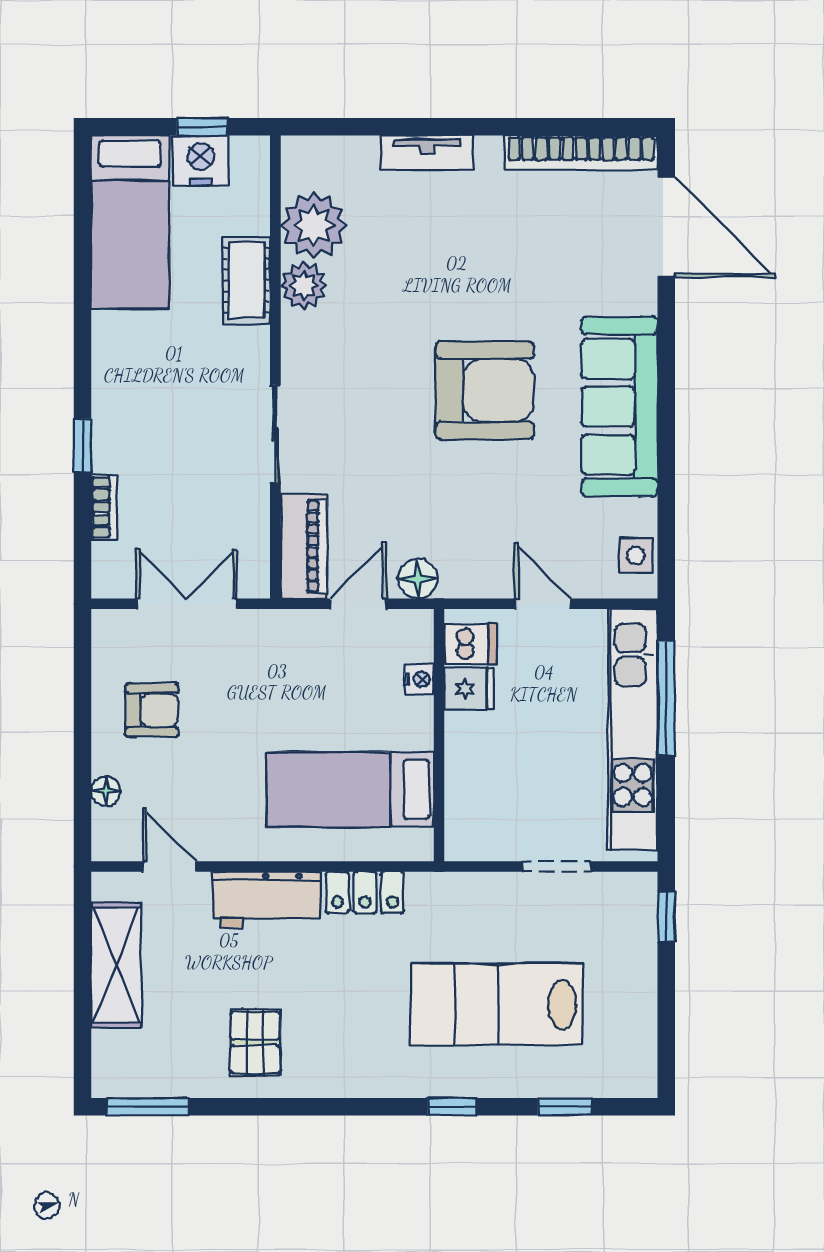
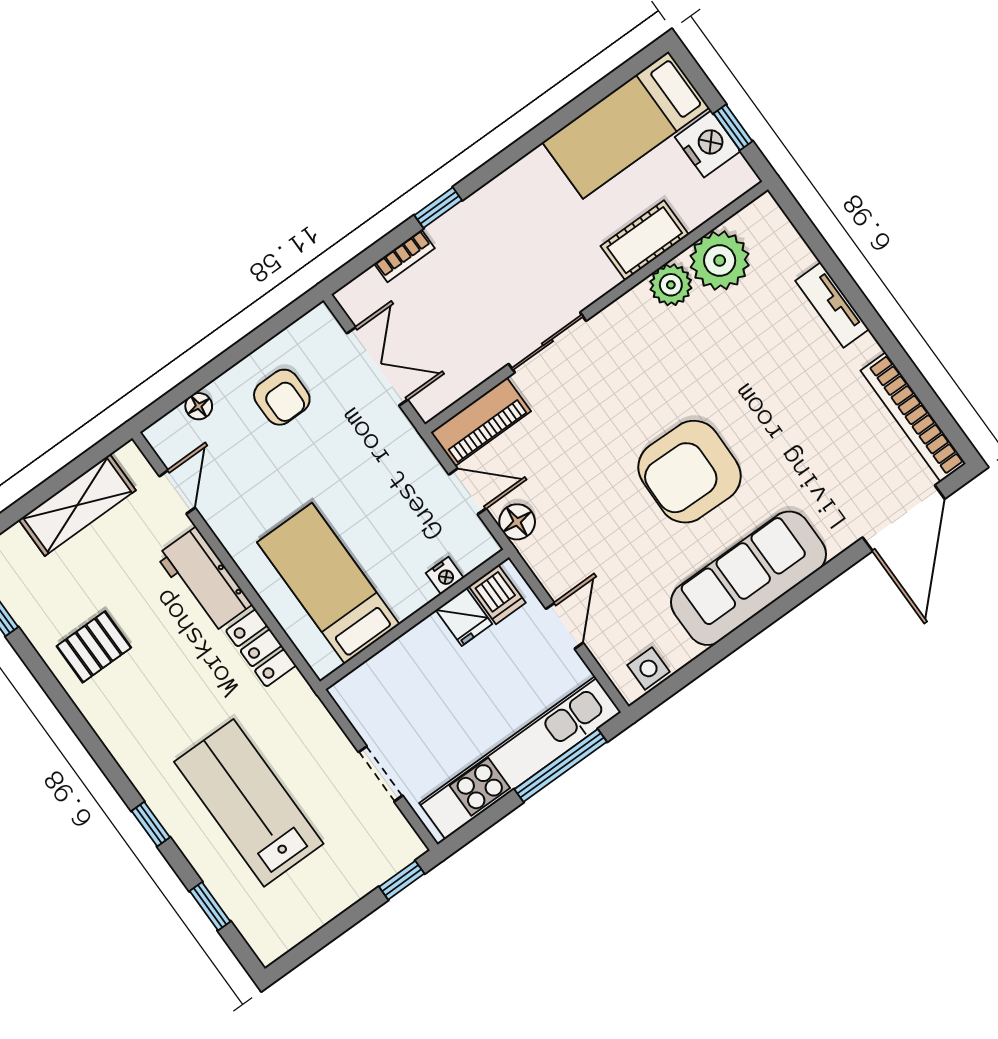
armchair: (485, 390) -> (689, 472), turned 91

